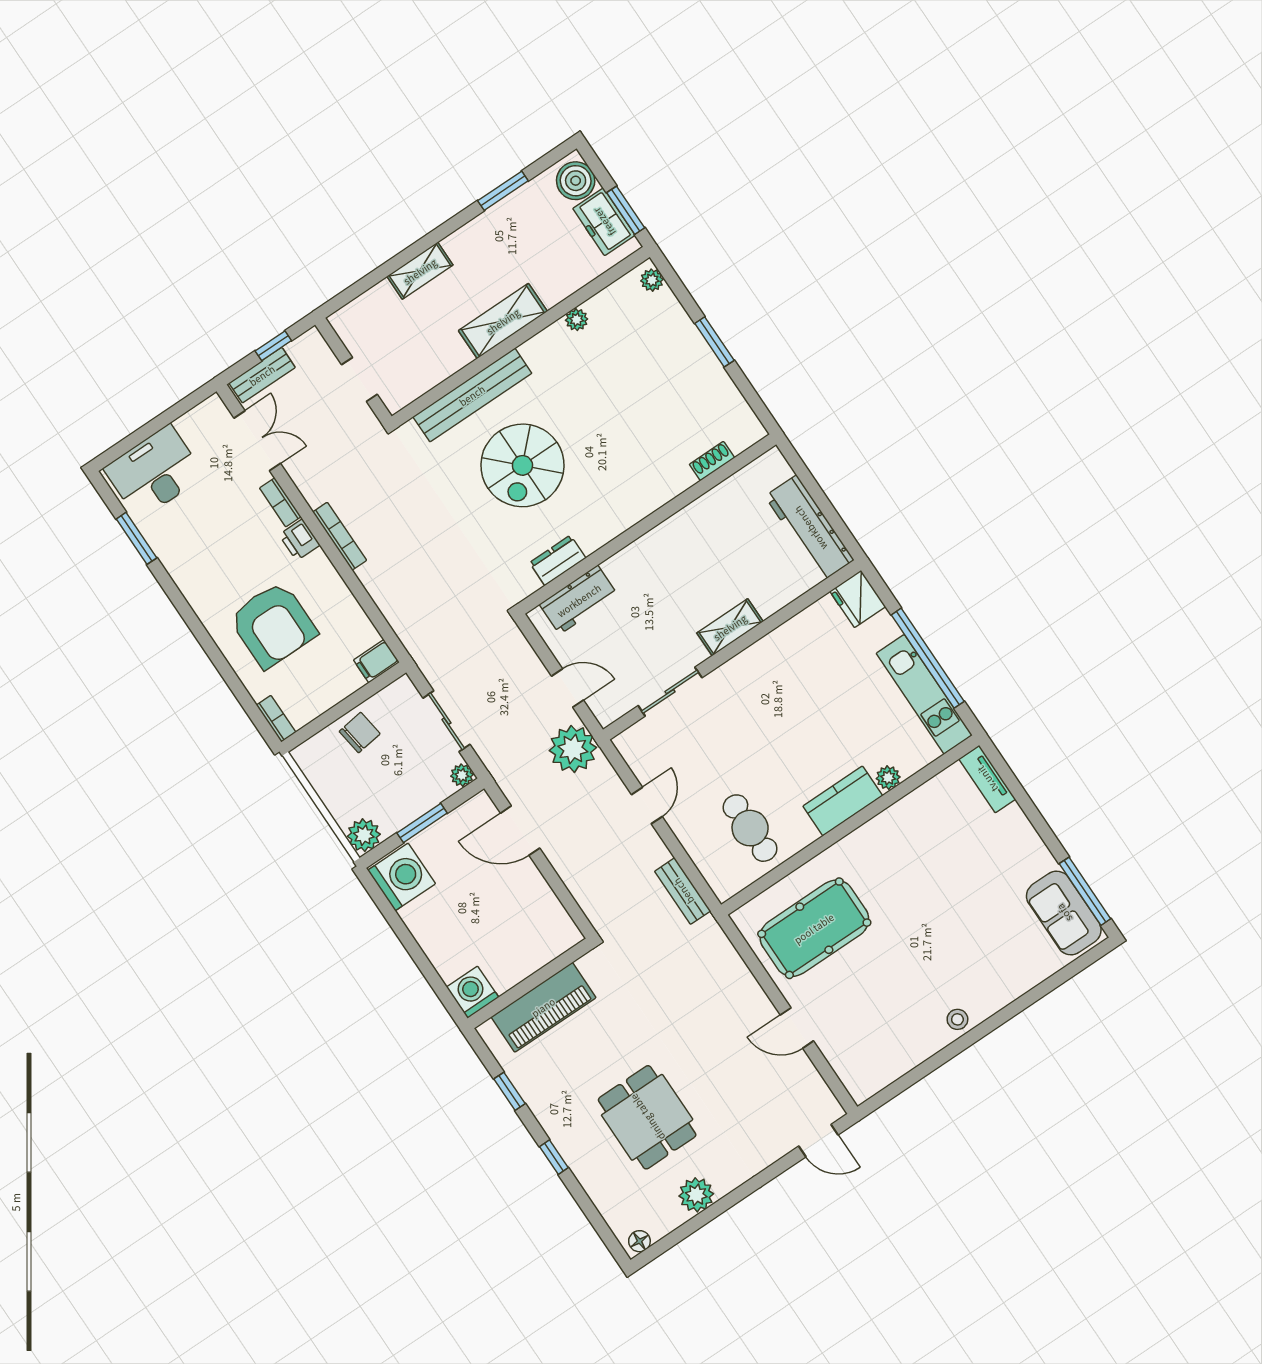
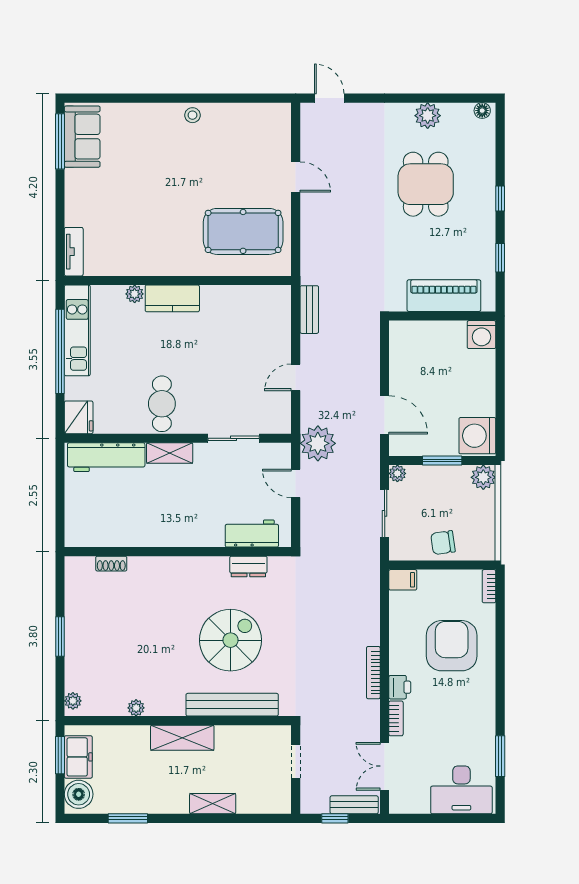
workbench: (810, 528) -> (106, 457), moved, turned 90
cafe table: (750, 828) -> (162, 404), moved

